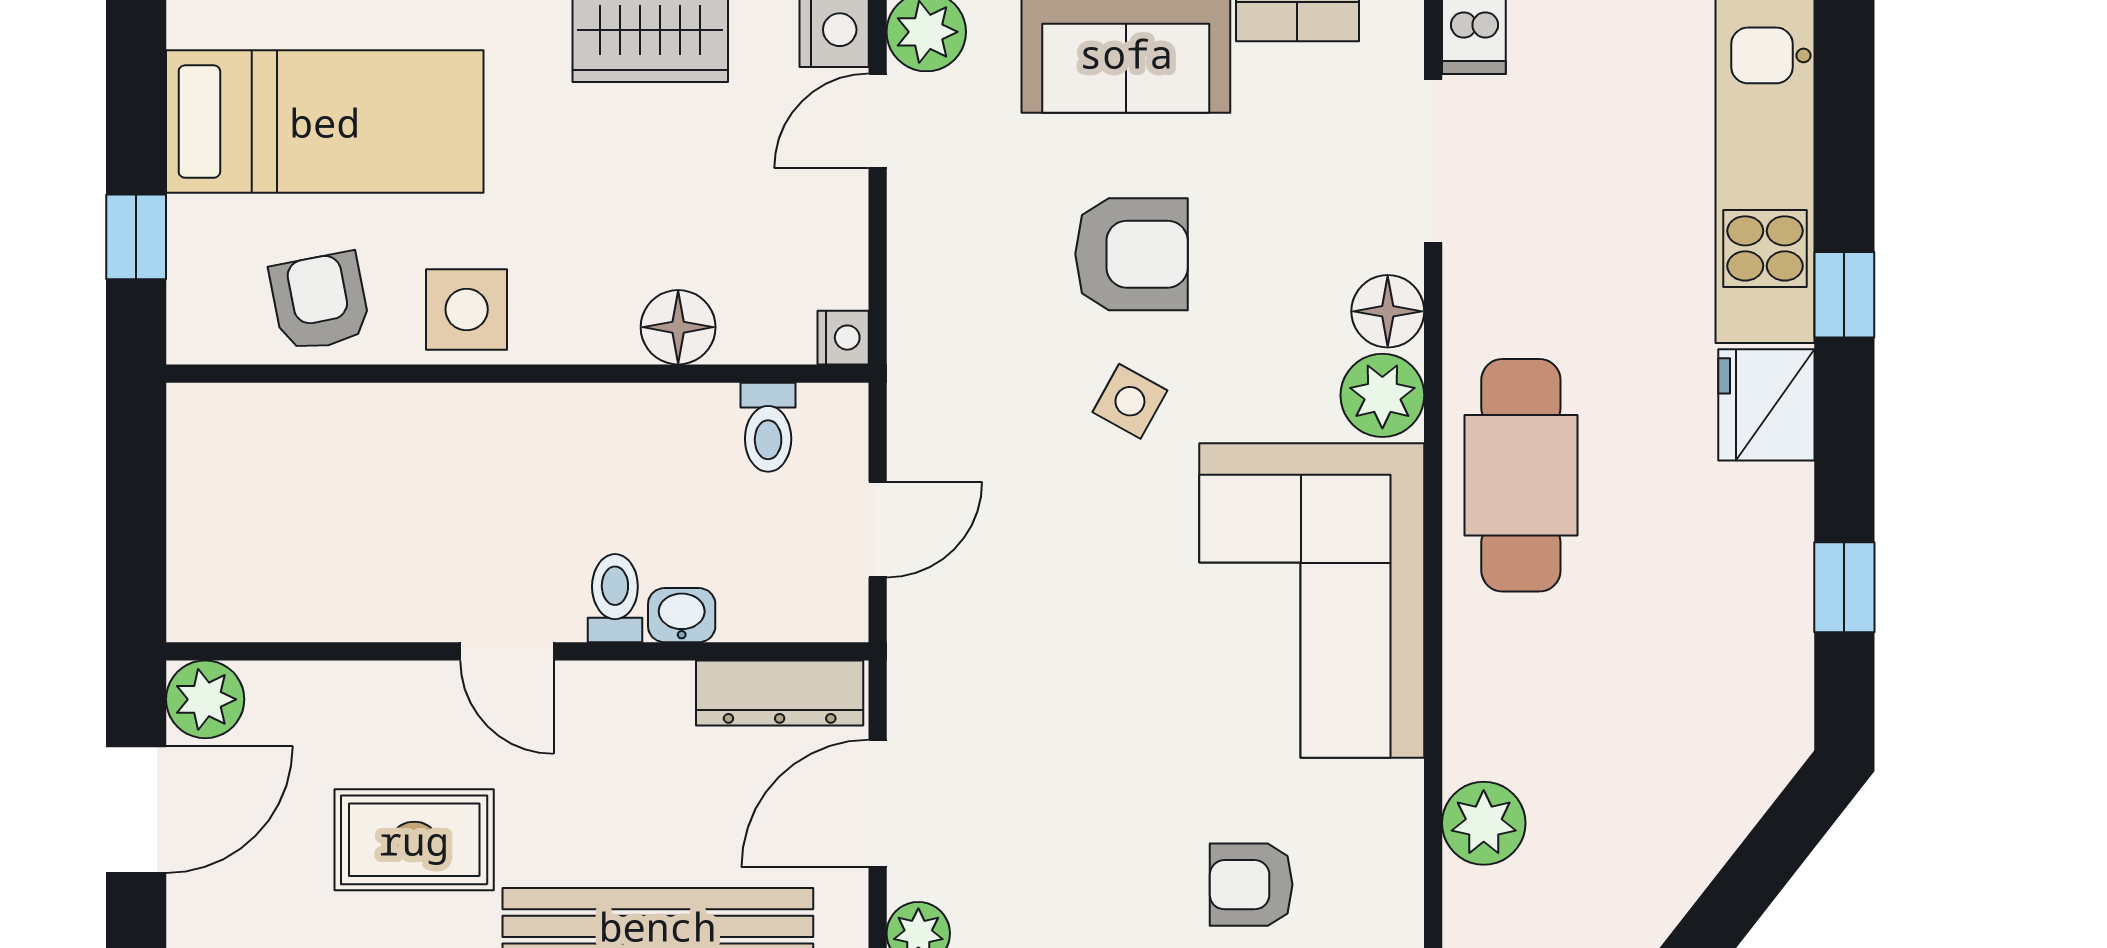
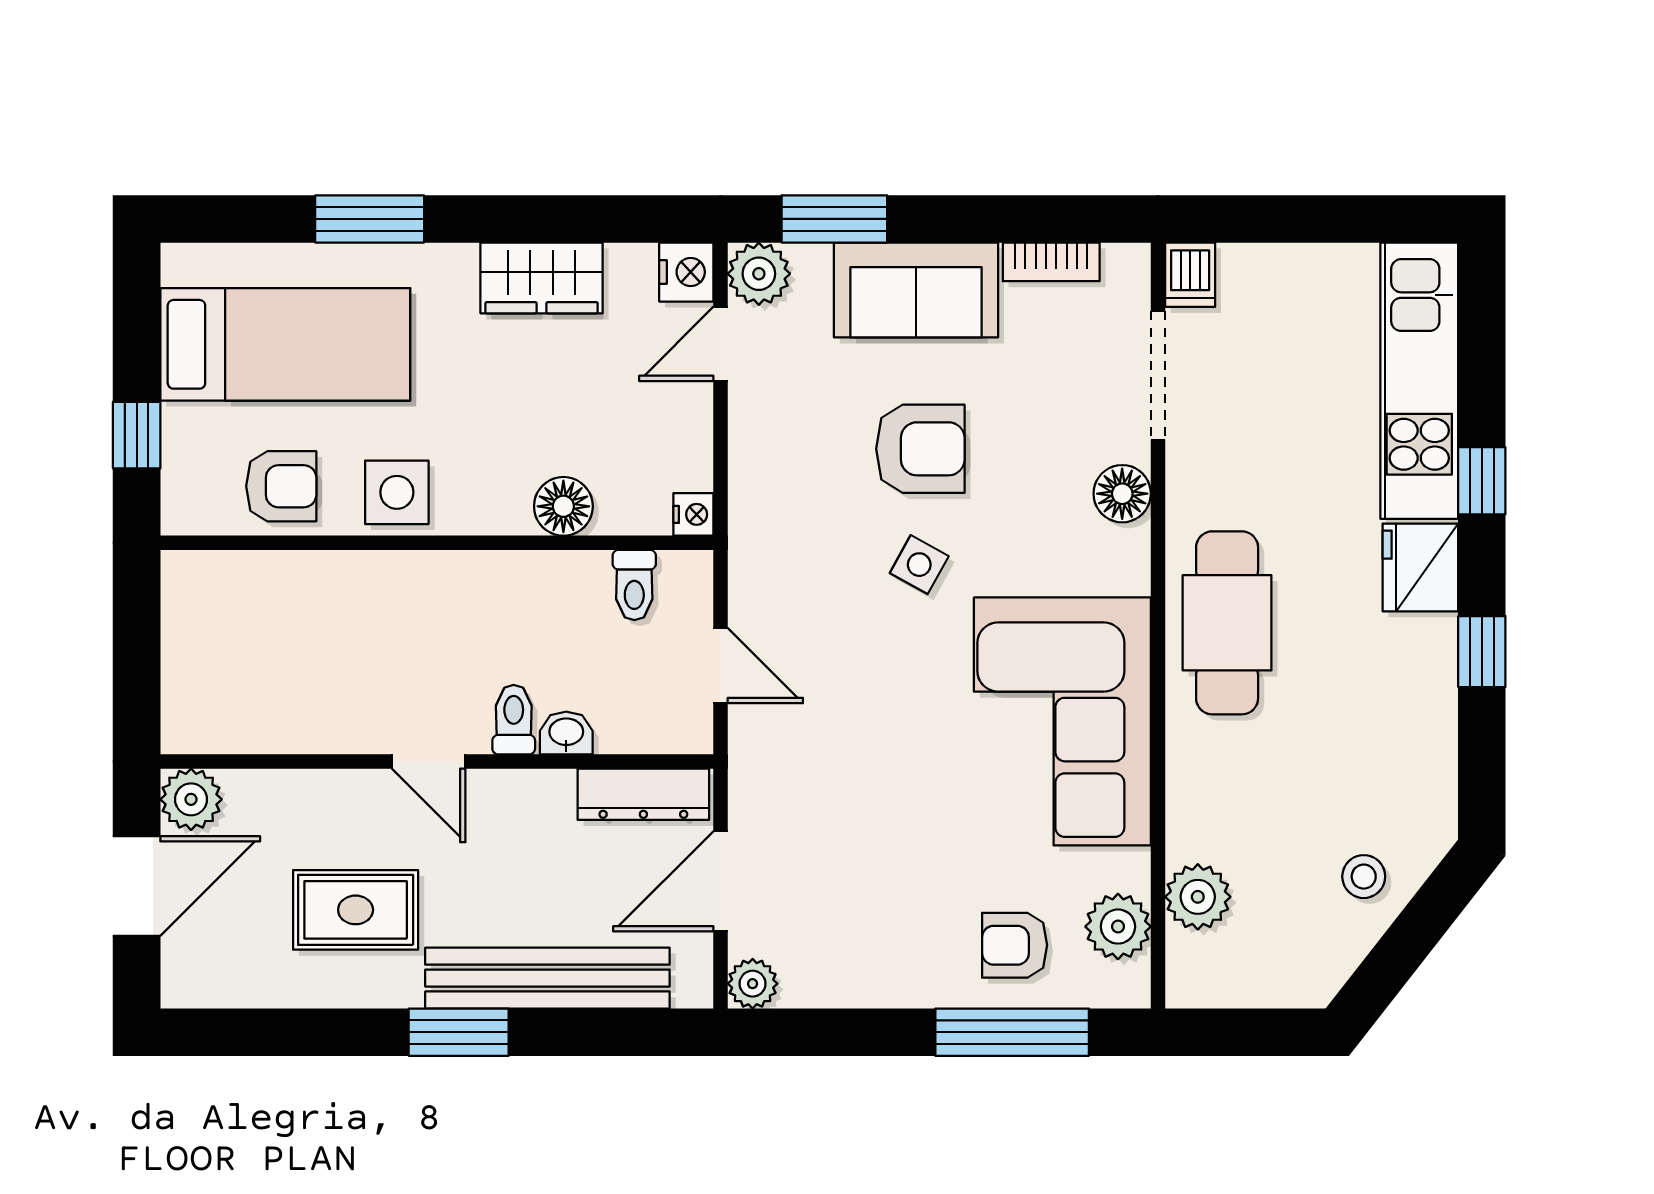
armchair: (320, 302) -> (281, 486), turned 101
plant: (1382, 395) -> (1118, 927), moved
door: (878, 529) -> (721, 666), hinge flipped
window: (1844, 587) -> (1482, 652), moved
stool: (1694, 797) -> (1364, 877), added

